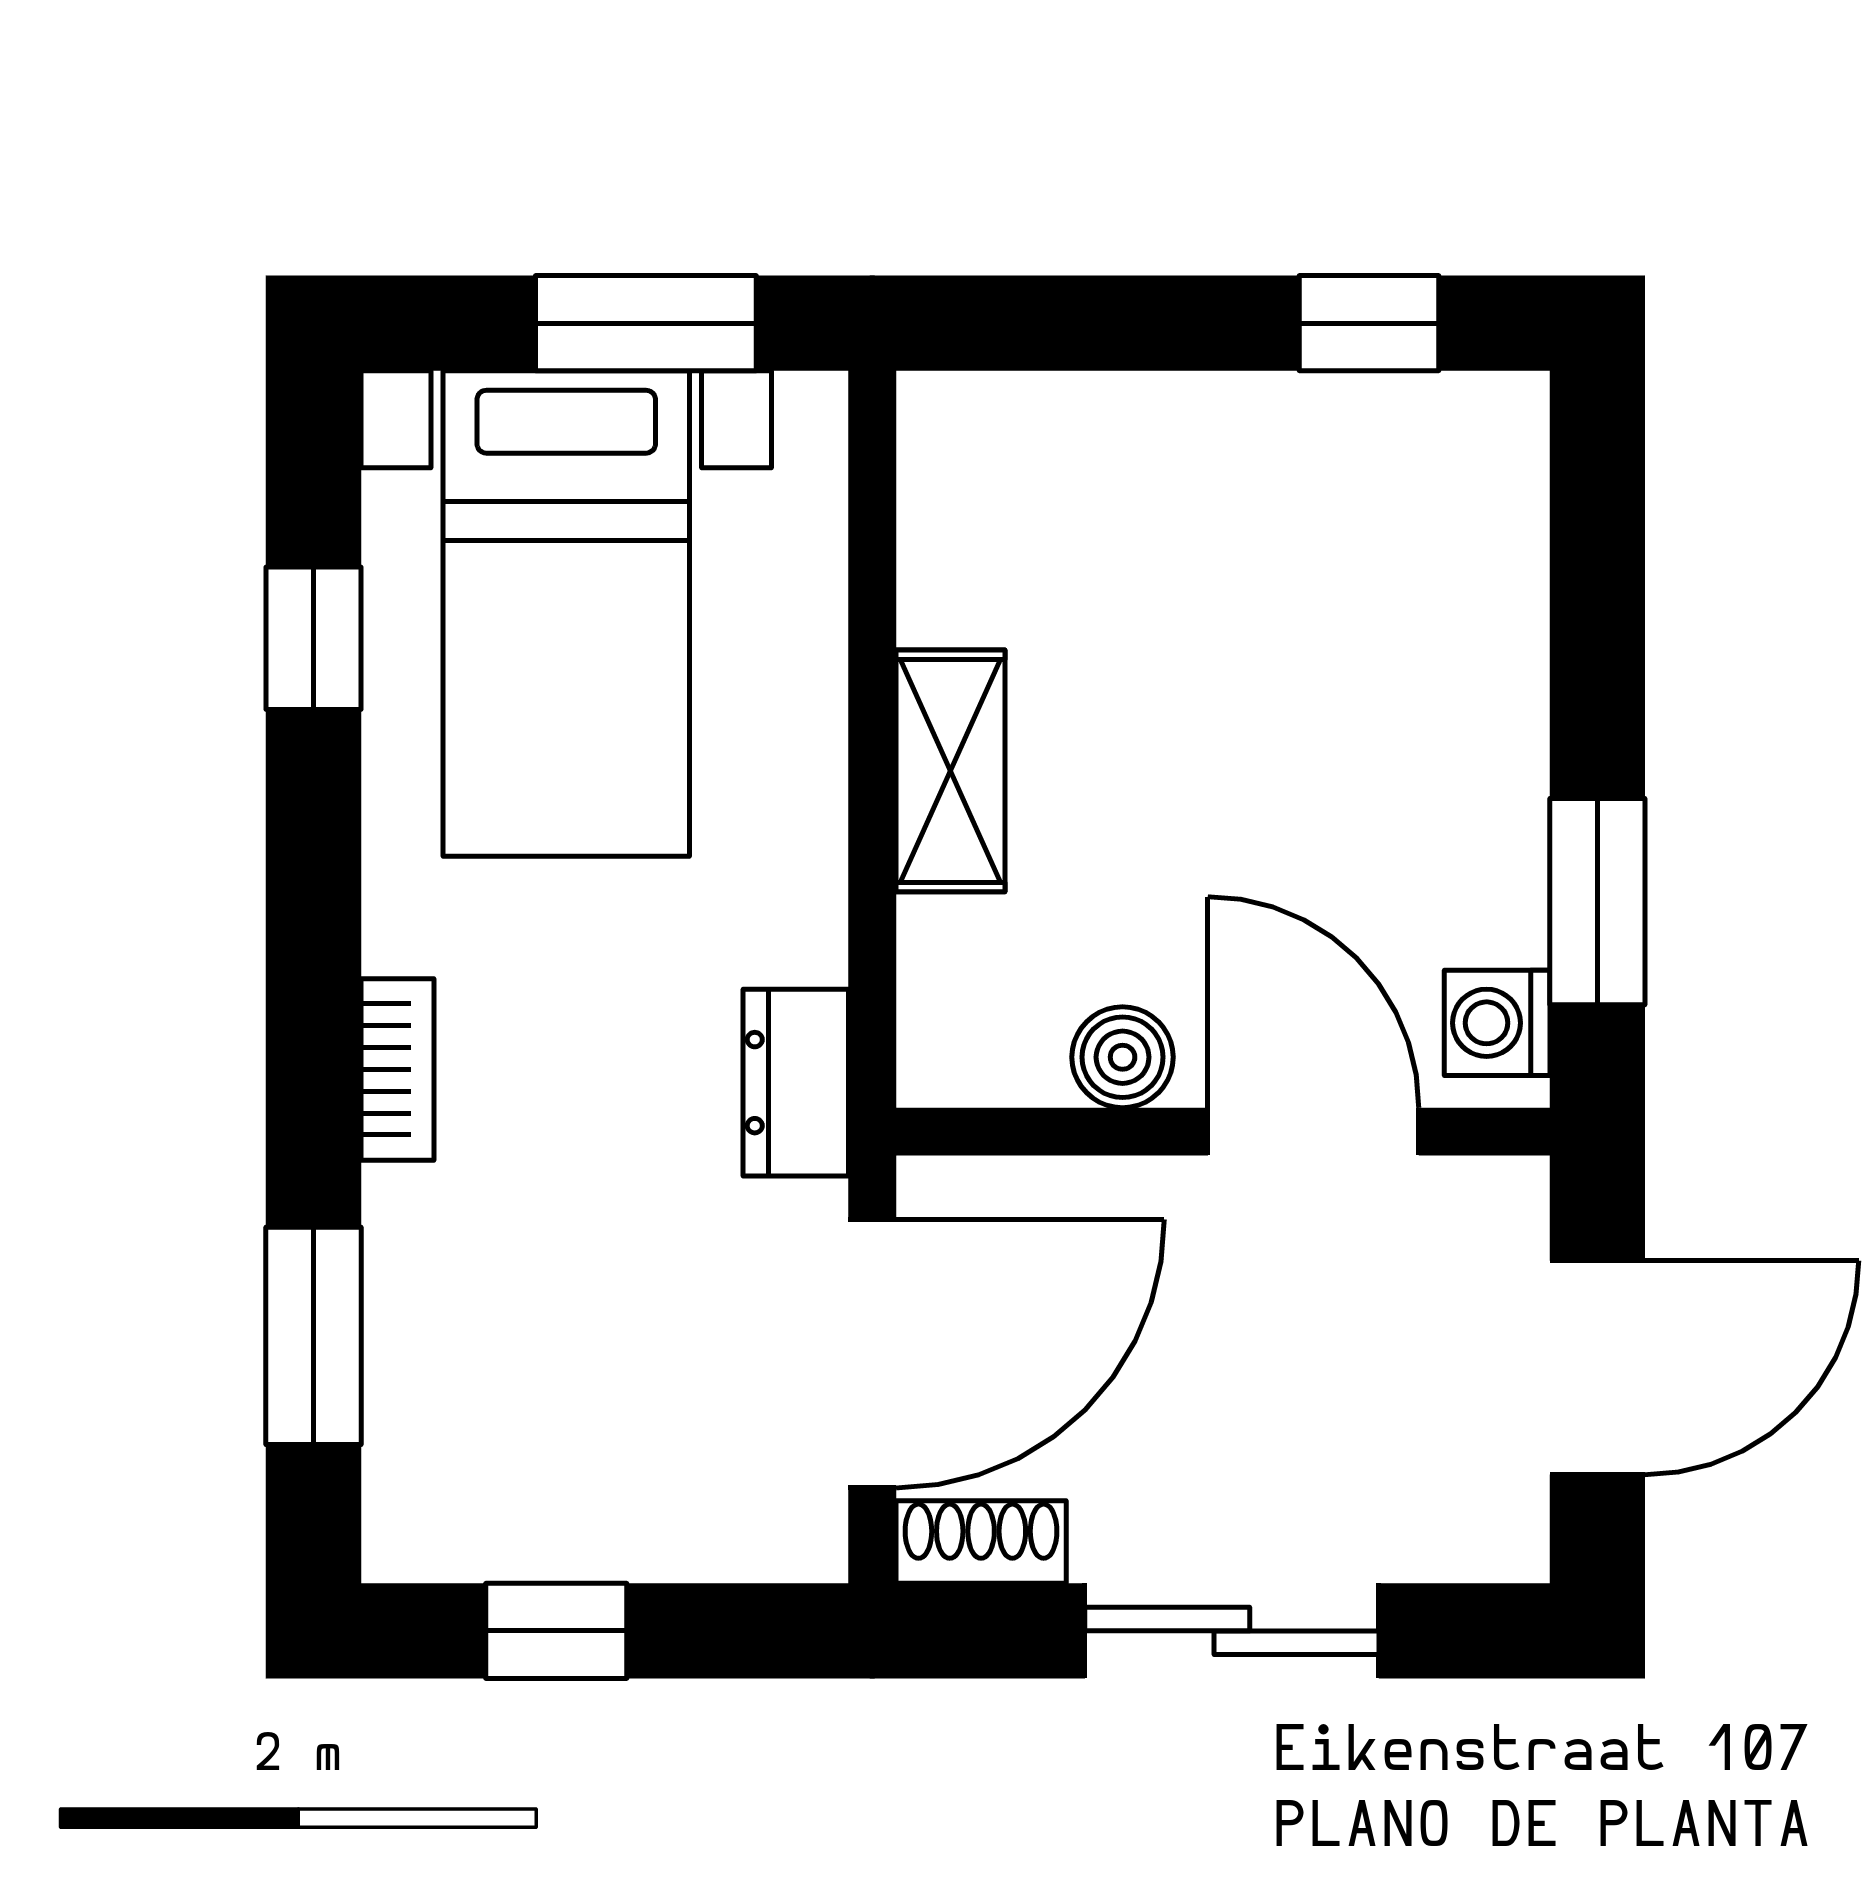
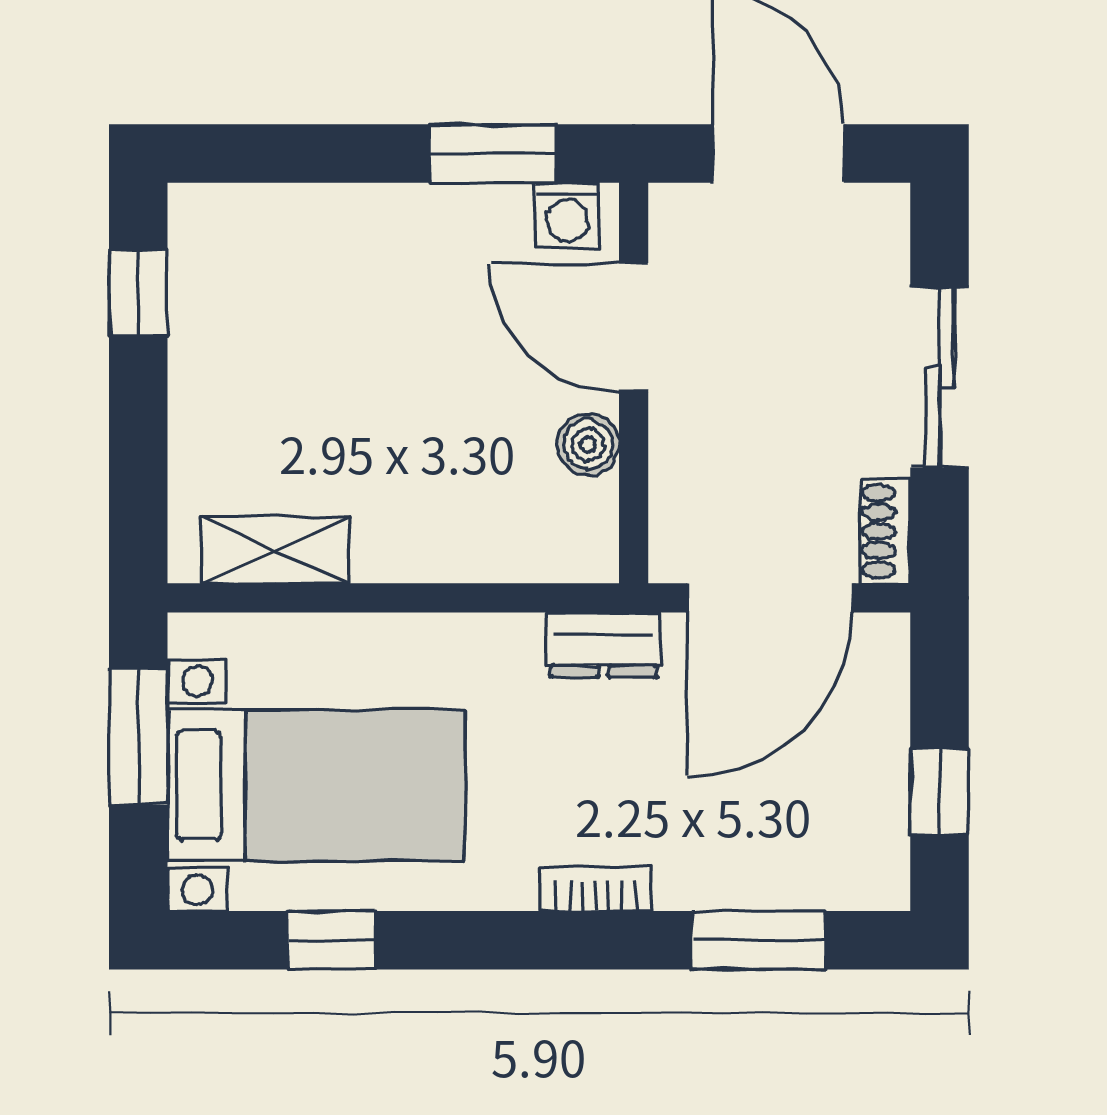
shelving: (950, 771) -> (276, 550), moved
door: (1313, 1132) -> (634, 328), hinge flipped
door: (872, 1354) -> (770, 598), swing flipped

